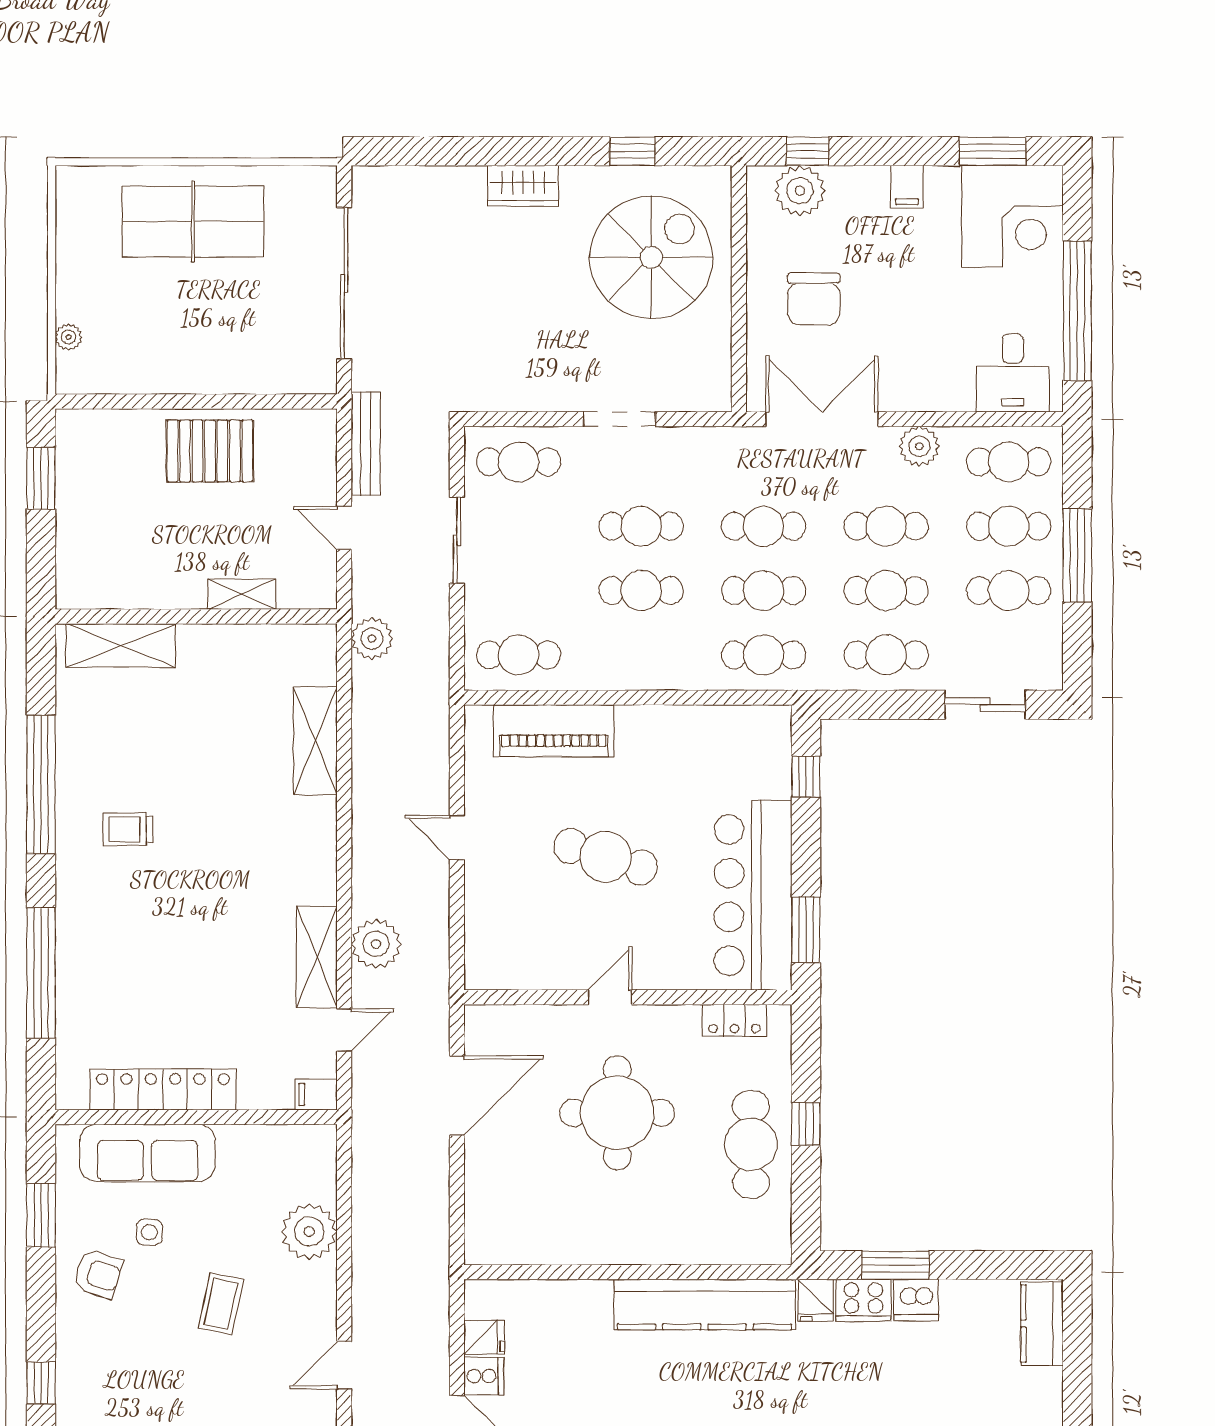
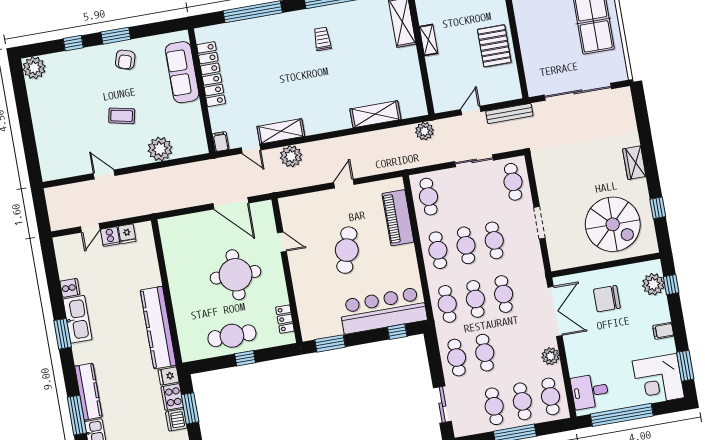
cafe table: (886, 526) -> (438, 250), moved
shelving: (242, 594) -> (429, 40), moved
bar counter: (753, 895) -> (383, 310), moved
door: (610, 997) -> (282, 242), moved
window: (41, 1215) -> (116, 36), moved
side table: (149, 1232) -> (148, 79), removed

